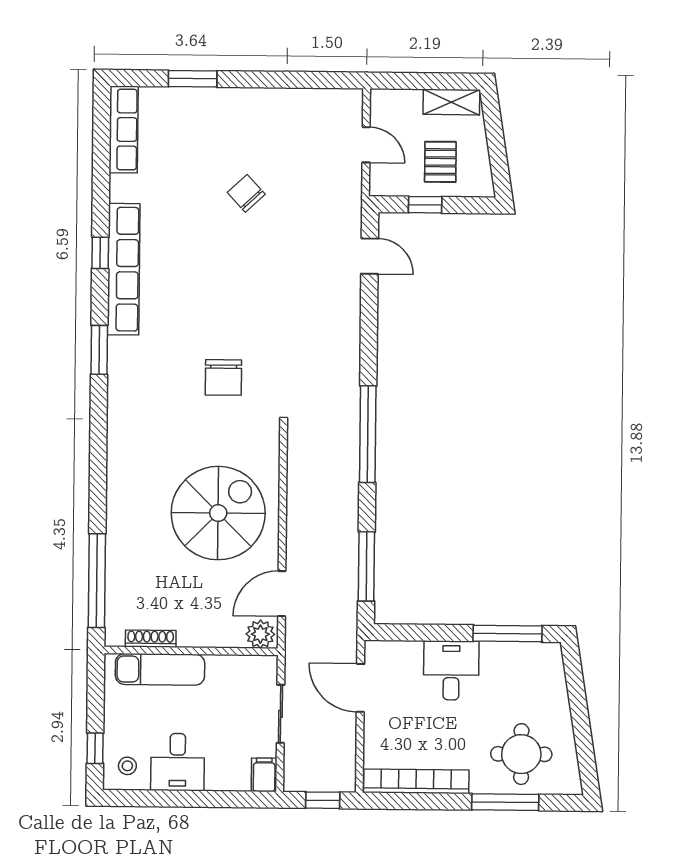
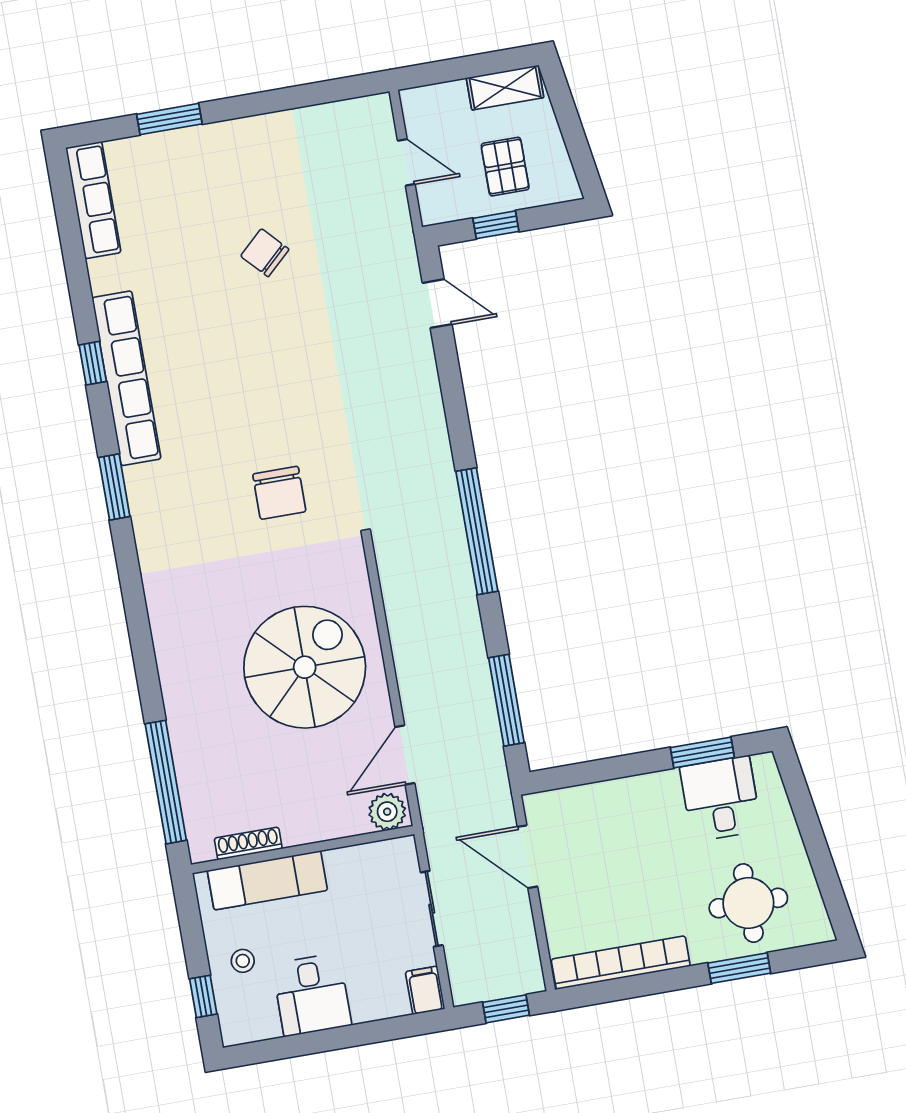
window: (508, 634) -> (702, 752), width x0.69
desk: (451, 670) -> (721, 799), moved
stool: (127, 766) -> (243, 961), moved
window: (505, 802) -> (739, 968), width x0.69

